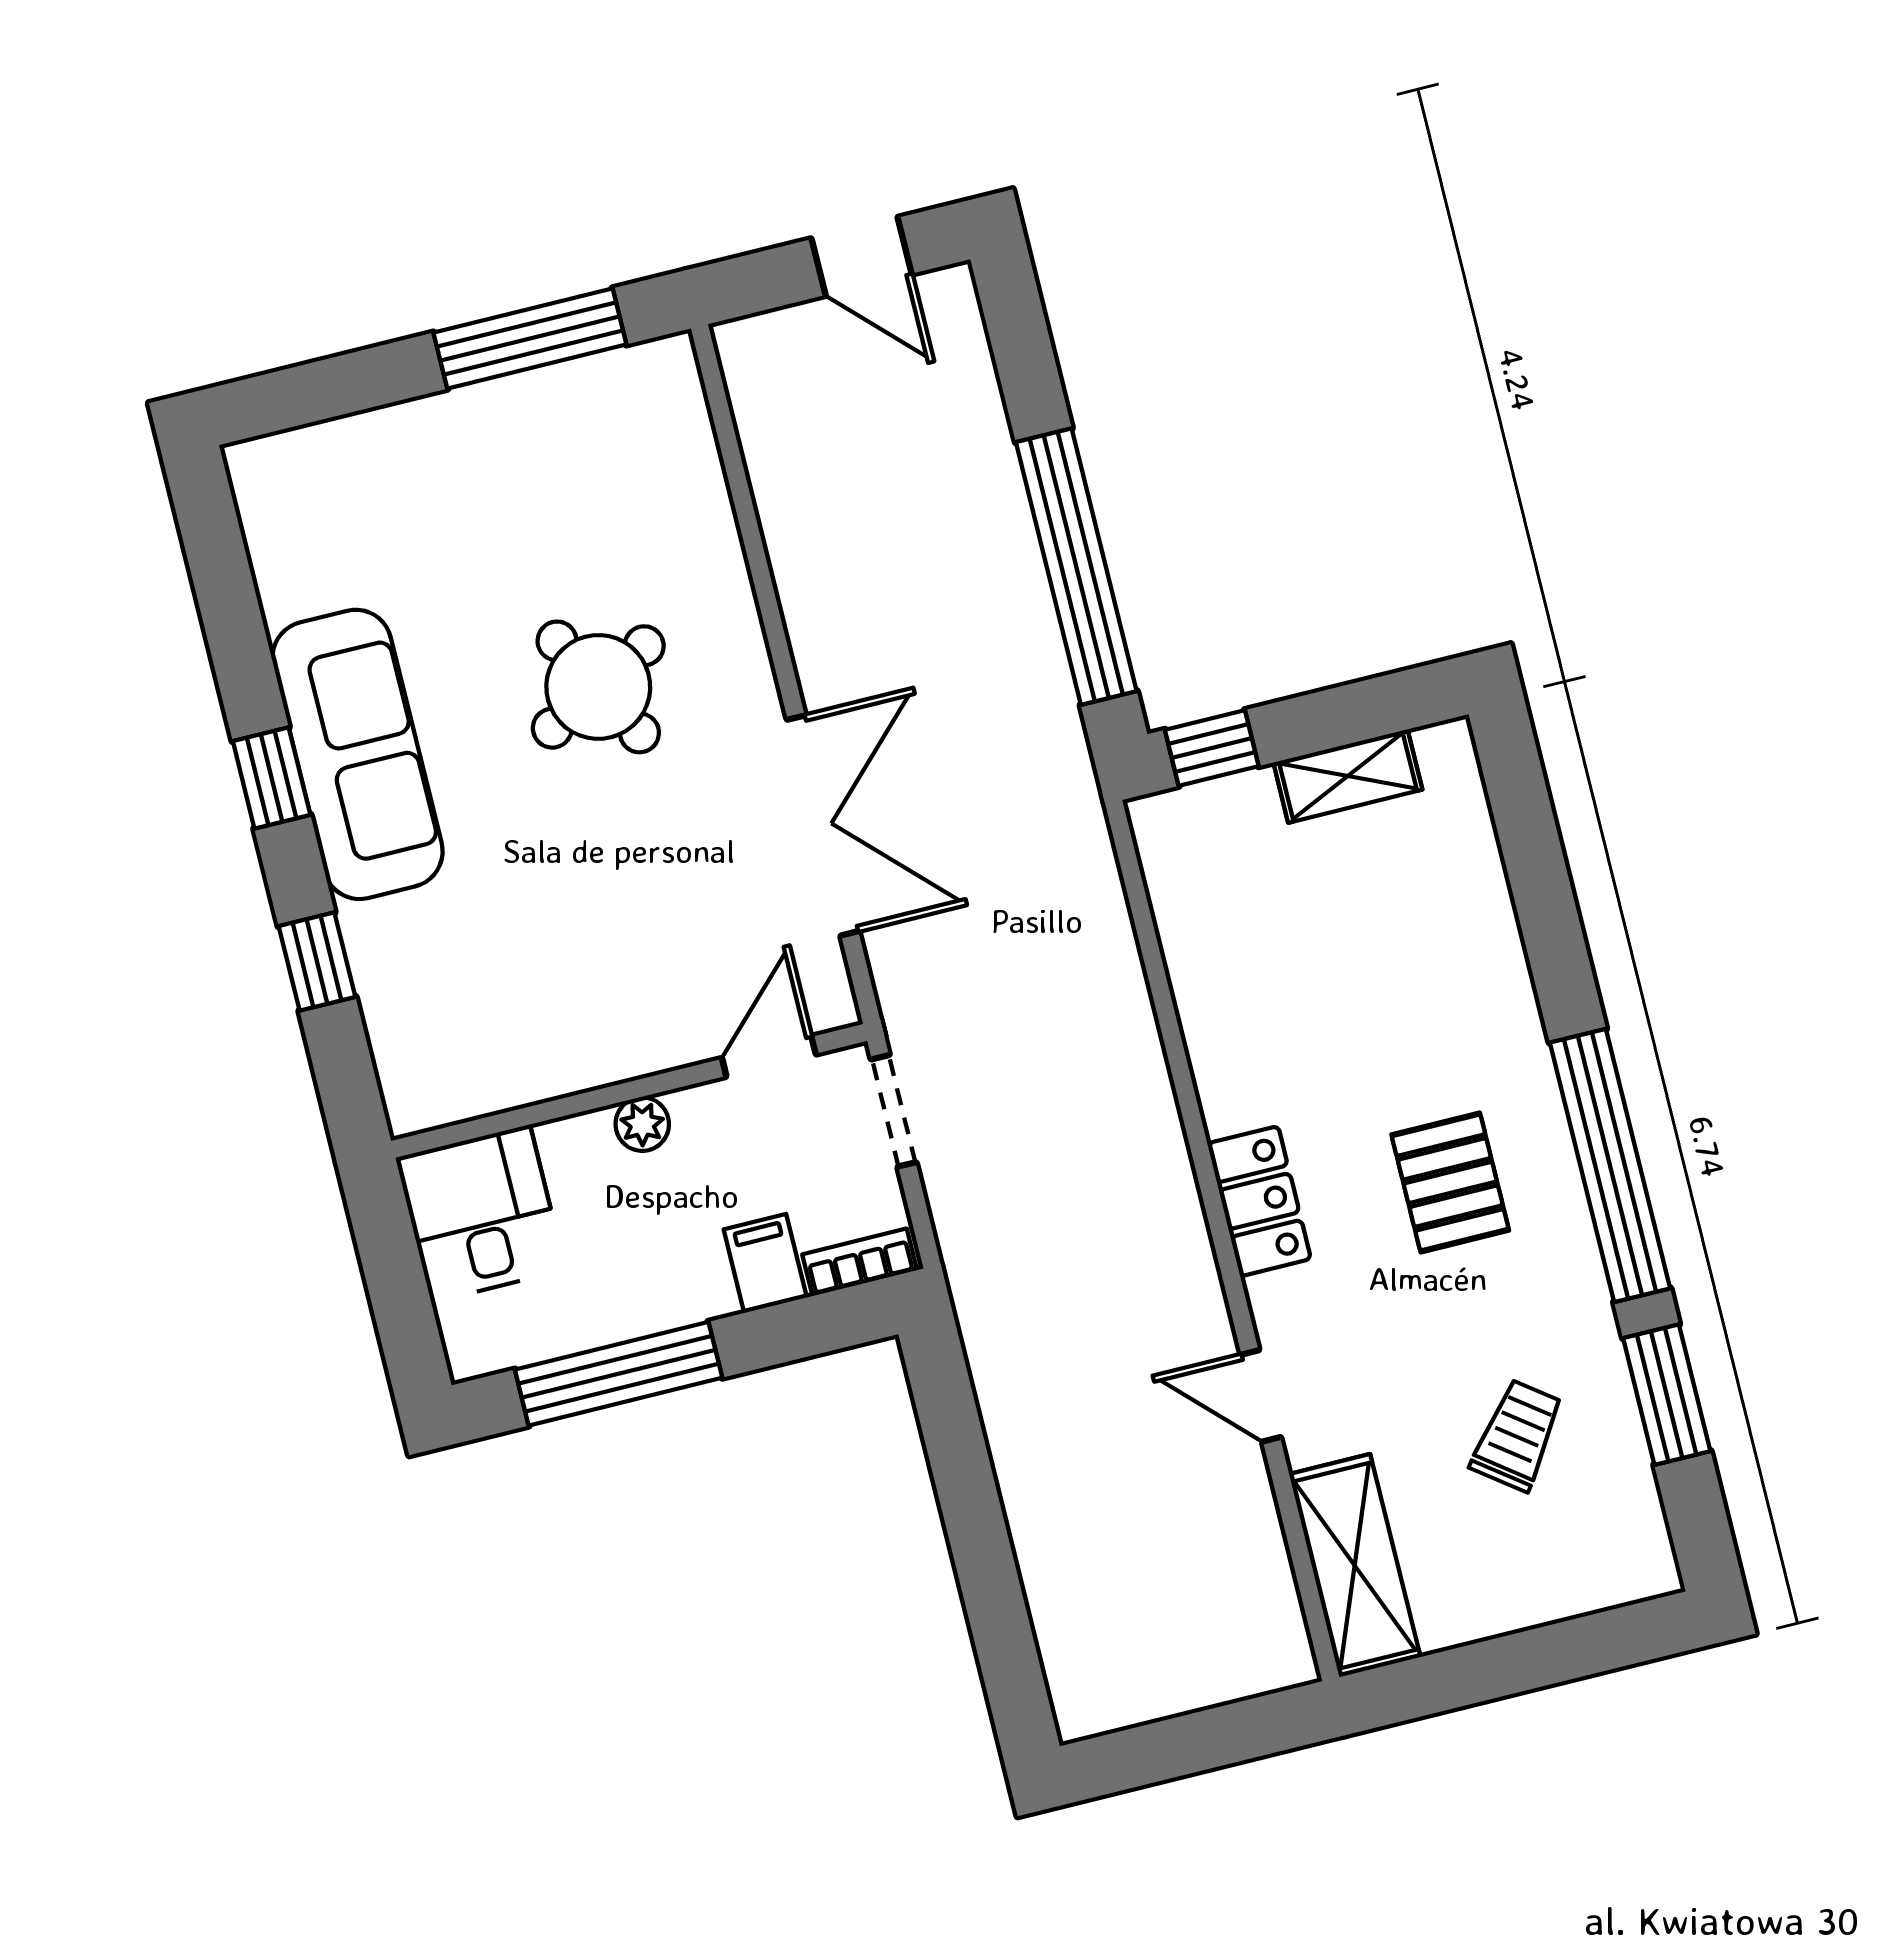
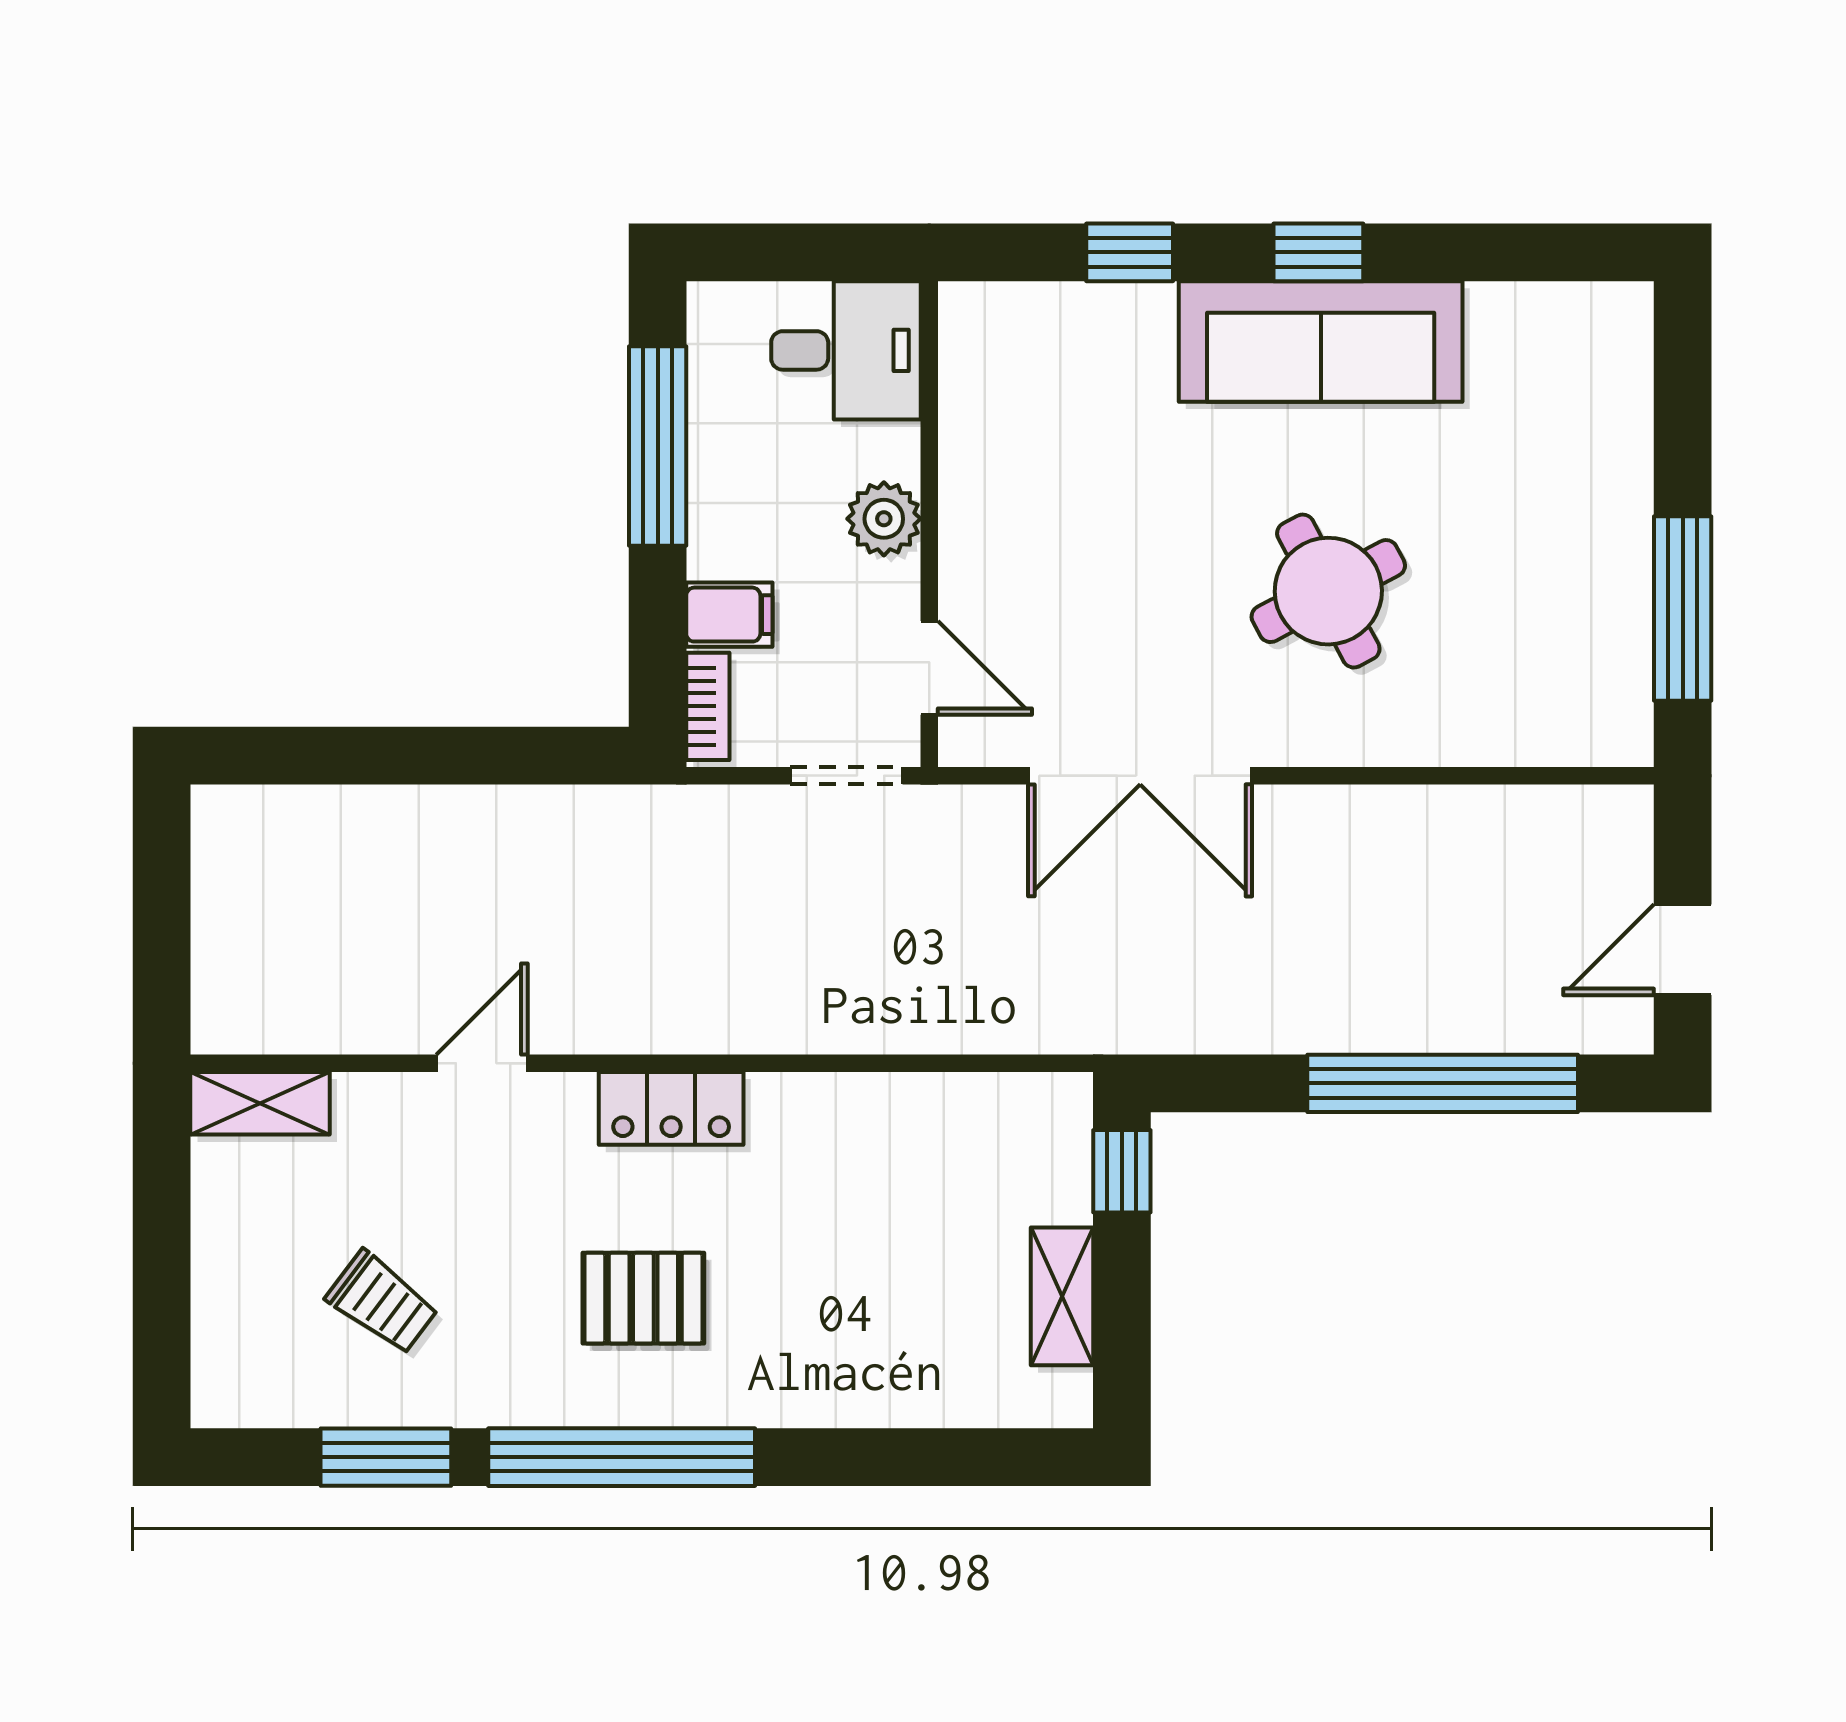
window: (1076, 567) -> (1443, 1083), moved
plant: (642, 1124) -> (884, 519), width x1.38, depth x1.38
shelving: (1355, 1566) -> (260, 1103), width x0.67, depth x0.75

